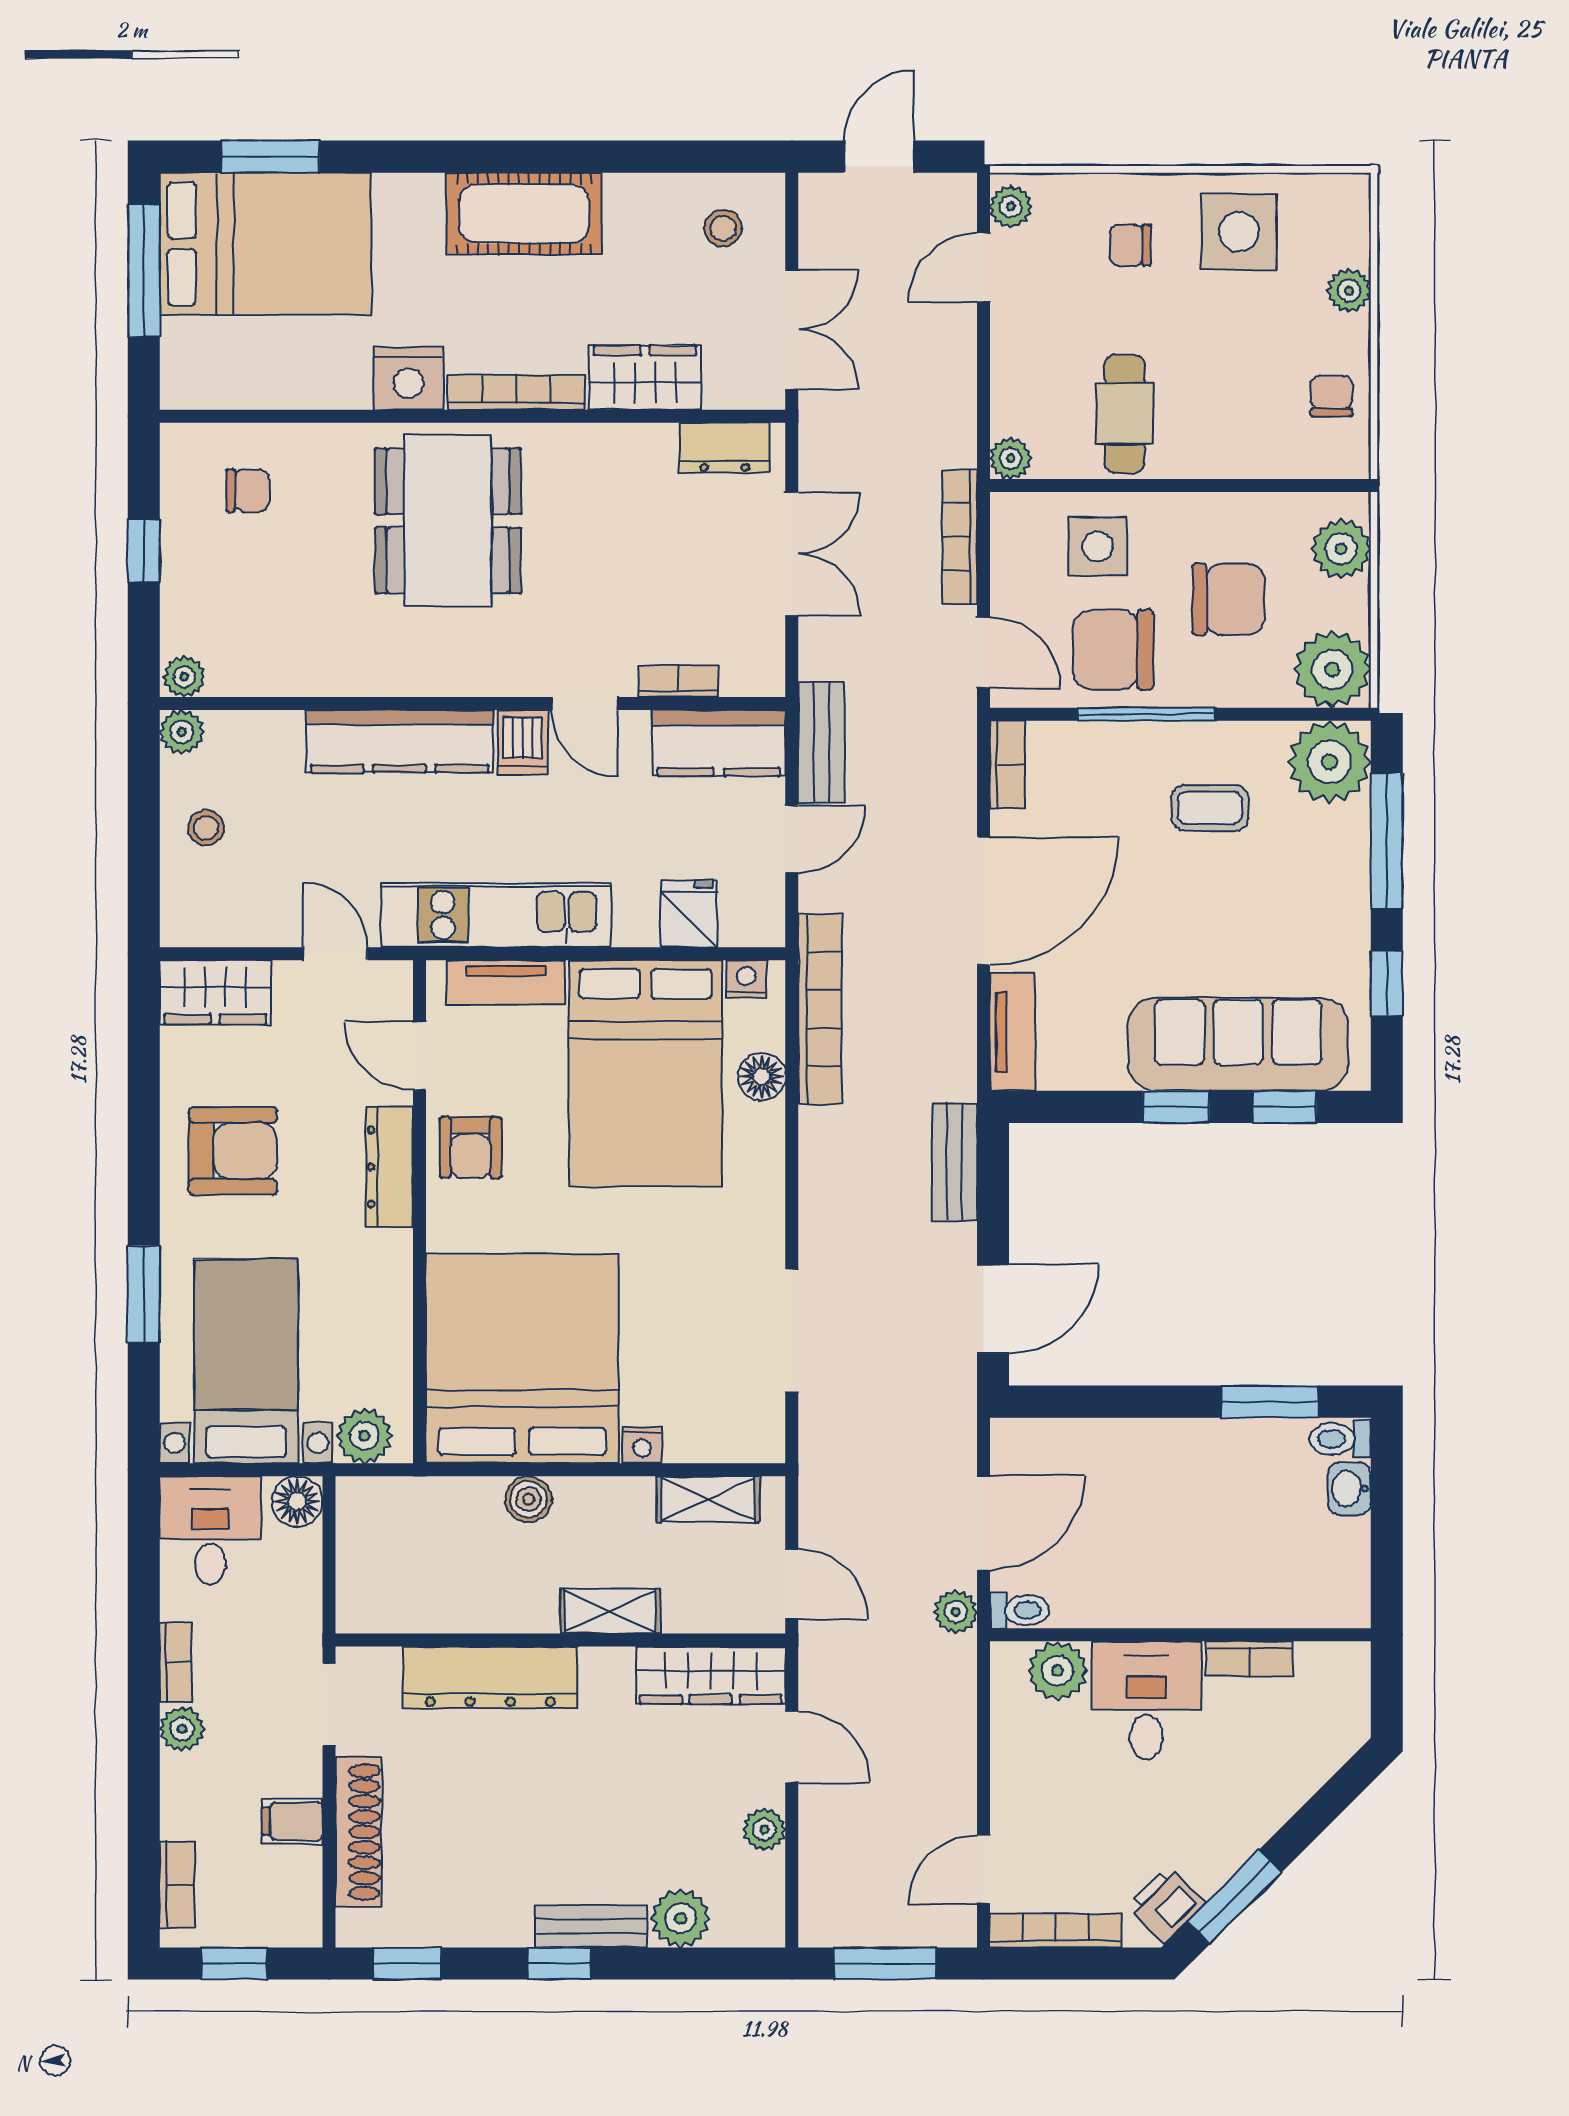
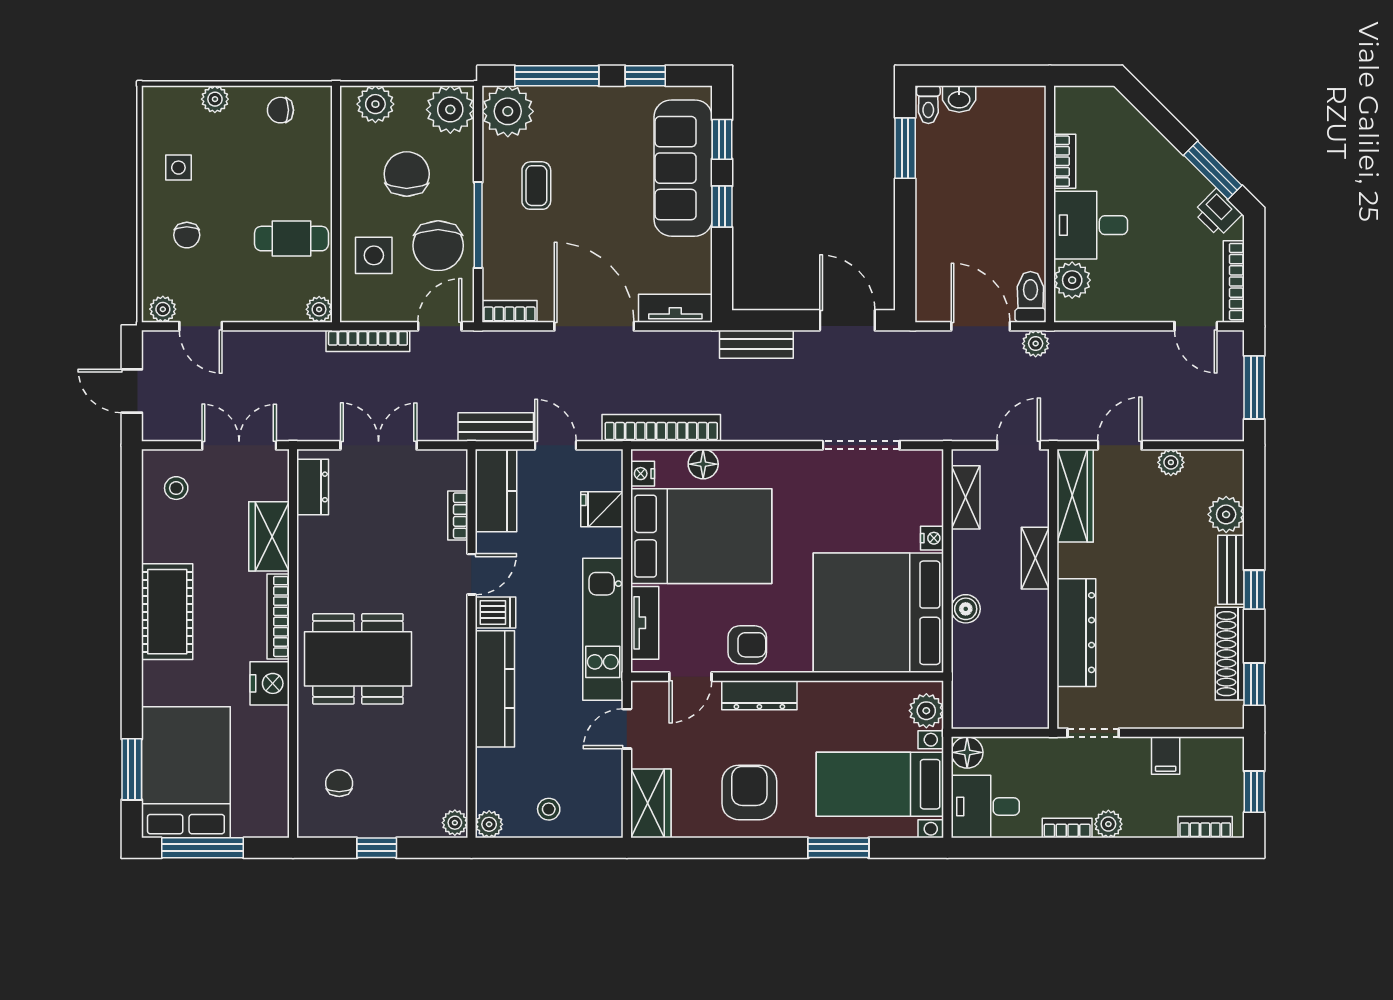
side table: (1239, 232) -> (178, 168), width x0.54, depth x0.54
toilet: (1019, 1610) -> (1030, 297), width x1.37, depth x1.39
shoe rack: (358, 1832) -> (1230, 654), moved, turned -90

